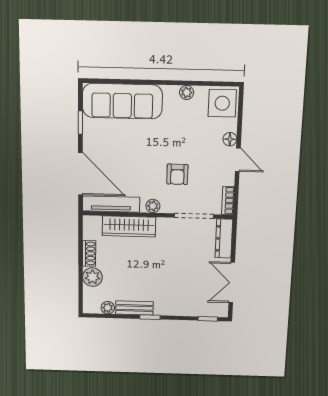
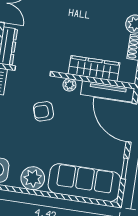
plant: (187, 92) -> (33, 178), width x1.87, depth x1.87
armchair: (177, 174) -> (43, 111), turned -107

